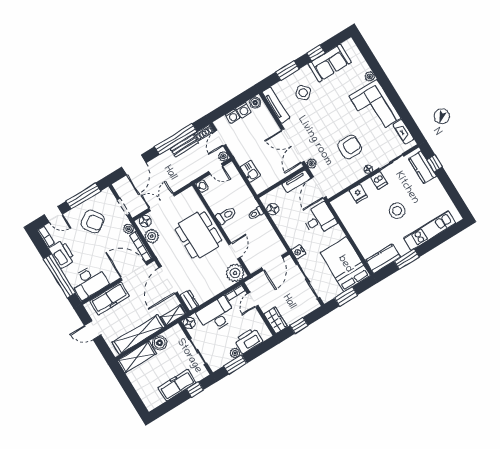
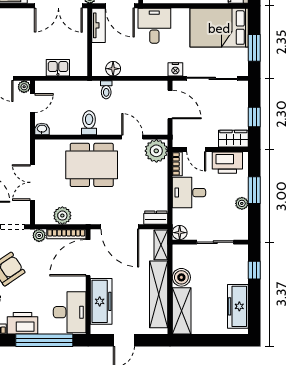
floor lamp: (145, 221) -> (42, 213), removed
desk: (216, 315) -> (189, 193), width x0.73
printer: (249, 341) -> (227, 163), moved, turned -90
window: (235, 365) -> (254, 190), moved
freezer: (177, 385) -> (238, 306), moved

